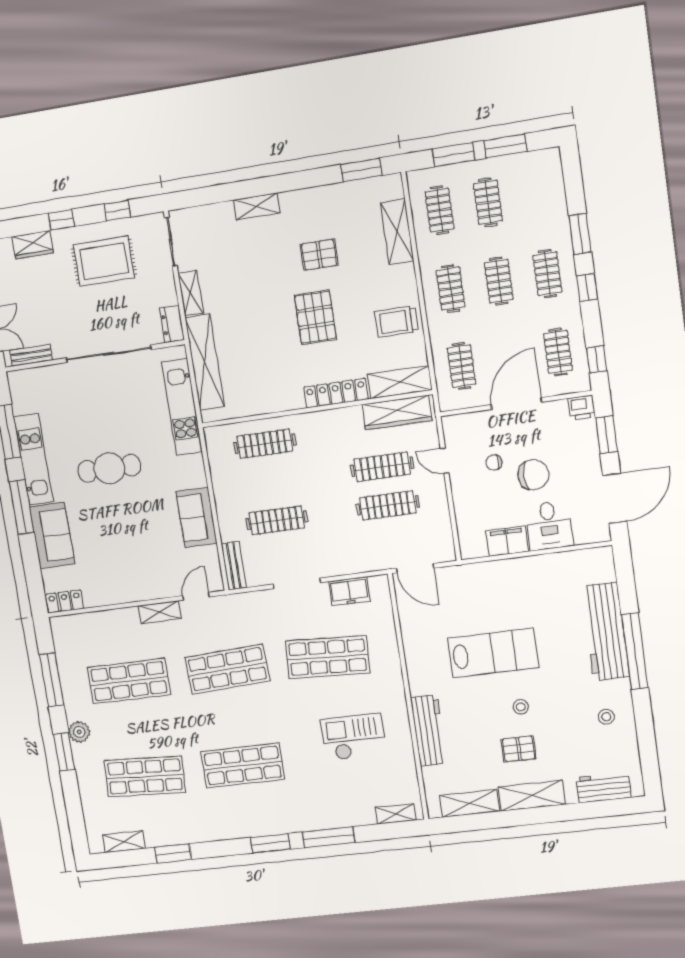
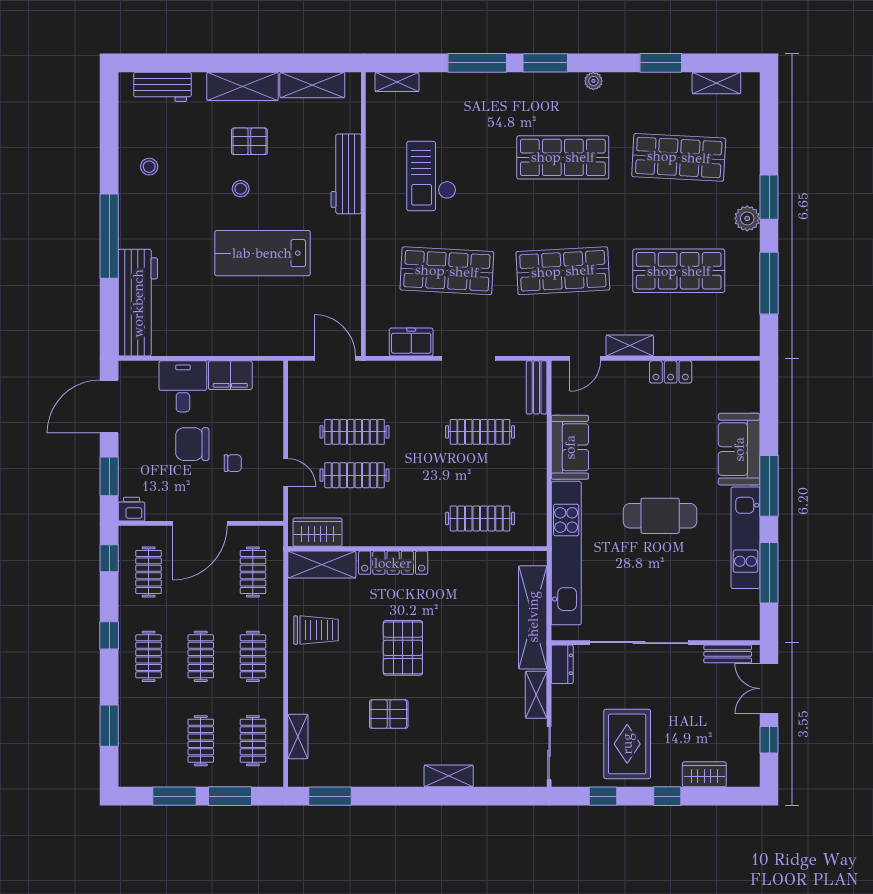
shelving: (397, 232) -> (298, 736), width x0.67, depth x0.75
window: (580, 234) -> (109, 726), moved
rug: (104, 261) -> (627, 744), turned 90
kitchen unit: (182, 407) -> (566, 553), width x1.36
wardrobe: (397, 412) -> (318, 532), width x0.67
locker: (65, 601) -> (671, 372), moved
workbench: (605, 632) -> (138, 303), moved
checkout: (353, 737) -> (431, 176), turned 90
plant: (227, 832) -> (593, 81), added

